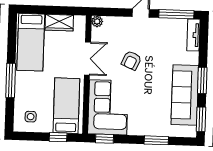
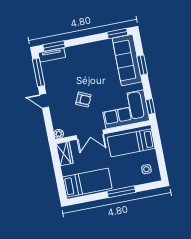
wardrobe: (59, 23) -> (65, 154), moved
double door: (87, 58) -> (90, 135), swing flipped
window: (202, 80) -> (54, 46), moved
sofa: (185, 95) -> (127, 60), moved, turned 90
window: (58, 137) -> (158, 144), removed

